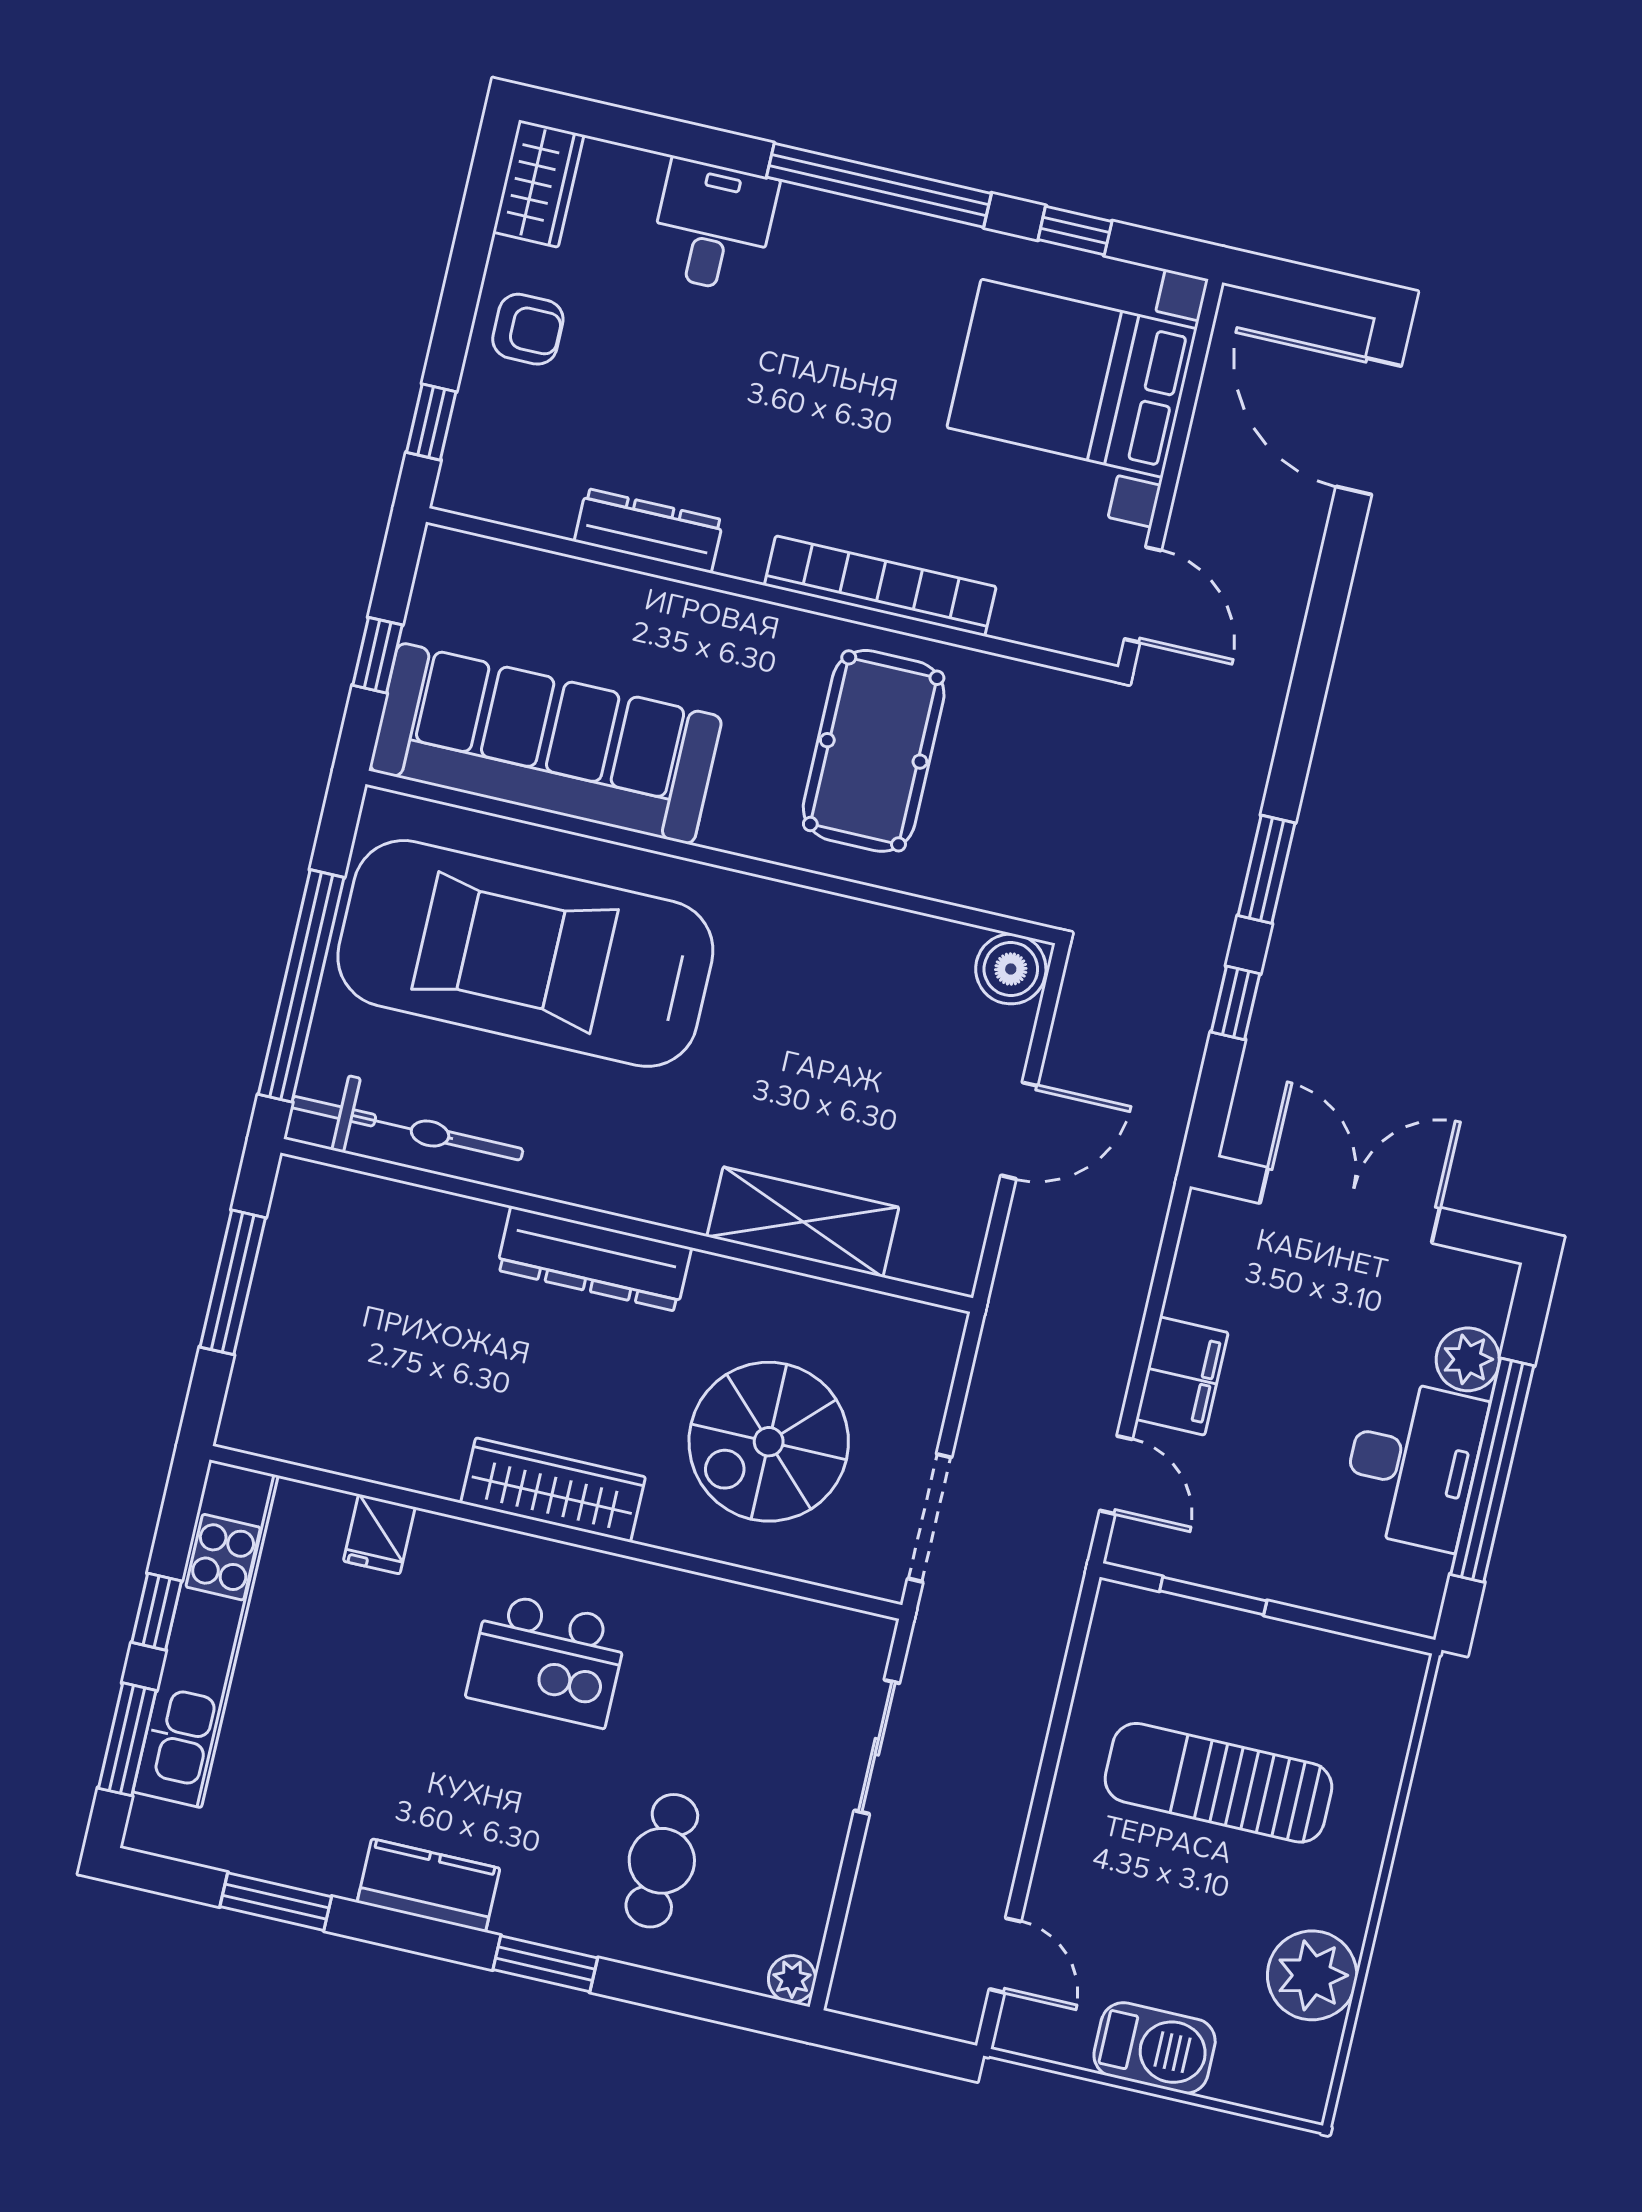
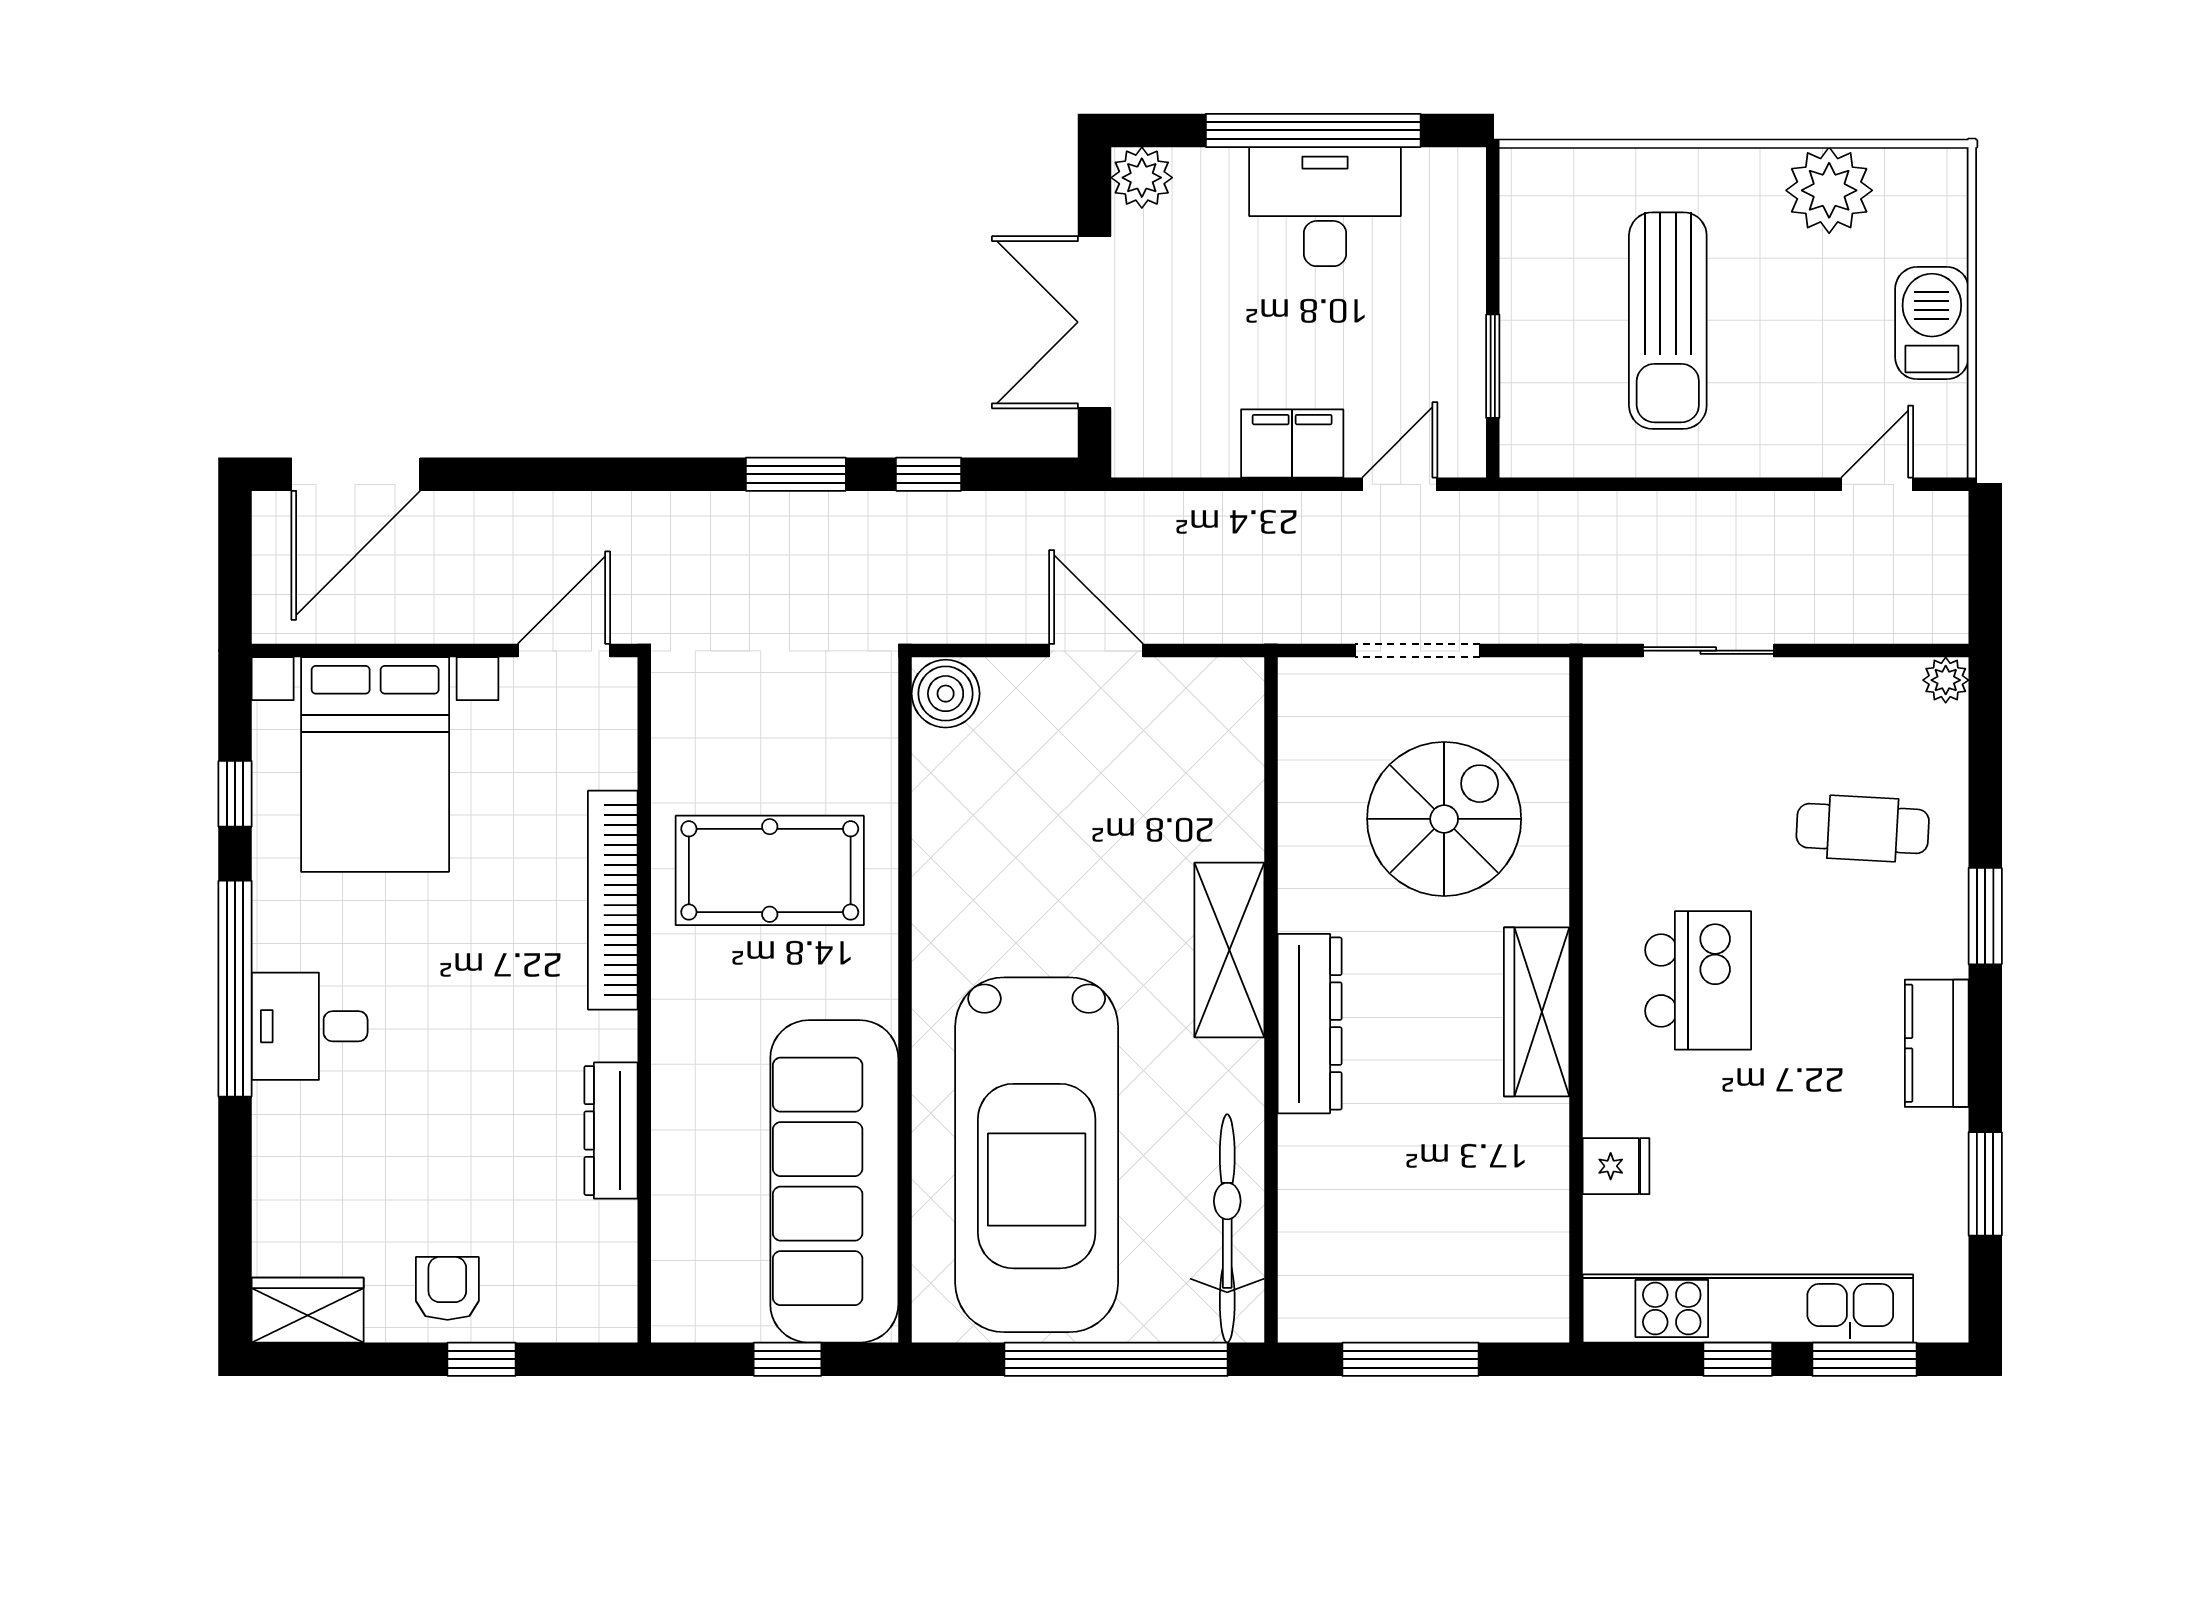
desk: (713, 226) -> (310, 1026), moved
window: (431, 422) -> (481, 1359), moved
shelving: (803, 1222) -> (1229, 950), moved
plant: (1468, 1359) -> (1142, 178), moved
spiral stairs: (769, 1442) -> (1444, 819), turned -90
doorway: (930, 1518) -> (1417, 651), moved

